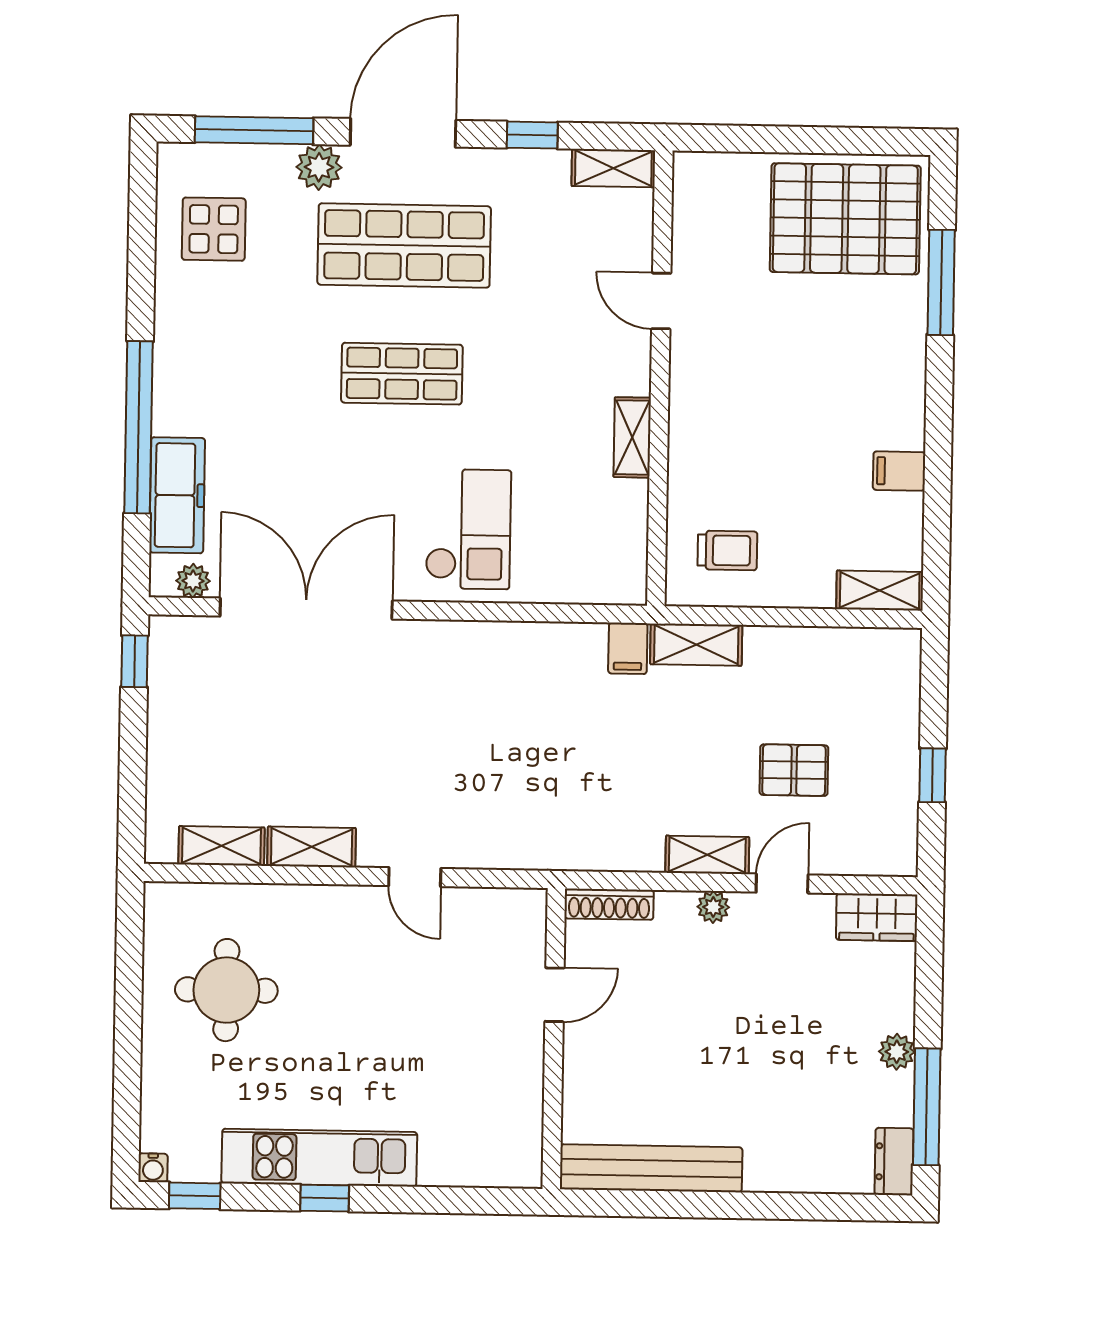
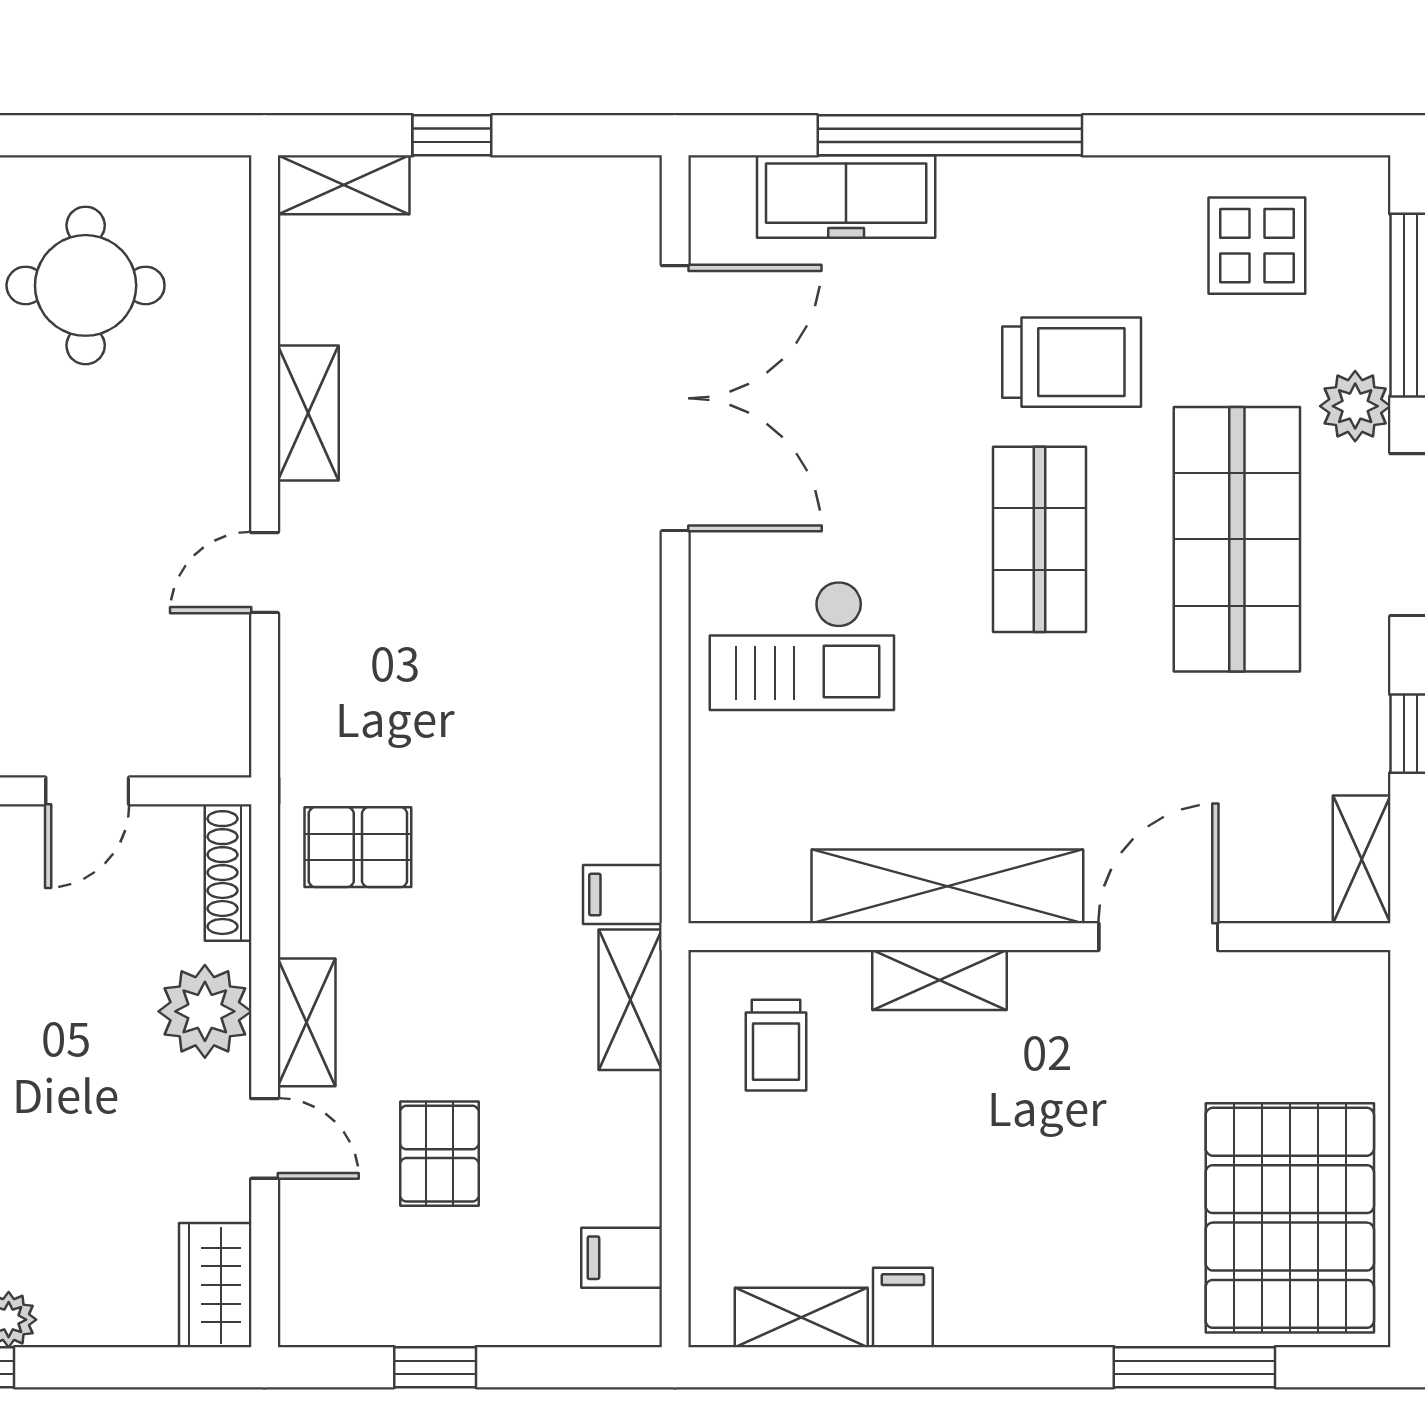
door: (661, 301) -> (1158, 937), width x1.38
trolley: (287, 351) -> (1072, 362), added
shelving: (632, 437) -> (947, 886), width x2.20, depth x1.33
shelving: (687, 444) -> (940, 980), added
plant: (193, 581) -> (715, 223), removed
shelving: (880, 591) -> (801, 1317), moved, turned 90
filing cabinet: (864, 653) -> (622, 1258), added
window: (135, 661) -> (452, 135), moved
pallet: (594, 820) -> (358, 847), added
shelving: (222, 846) -> (344, 185), moved, turned 90
plant: (713, 907) -> (205, 1011), width x1.88, depth x1.88
door: (554, 995) -> (87, 791), hinge flipped

